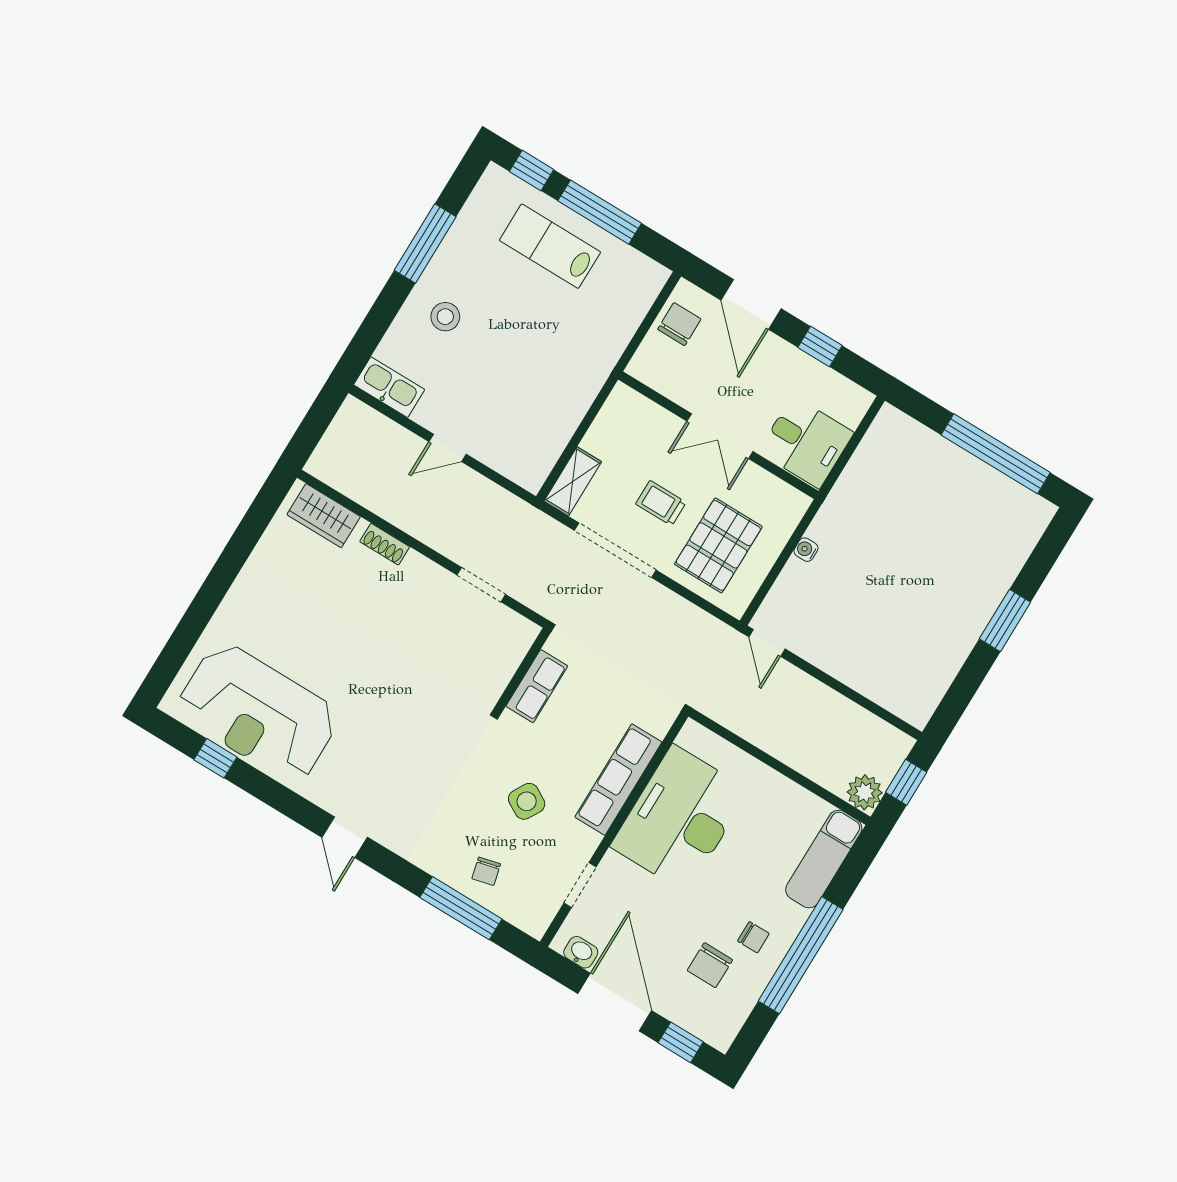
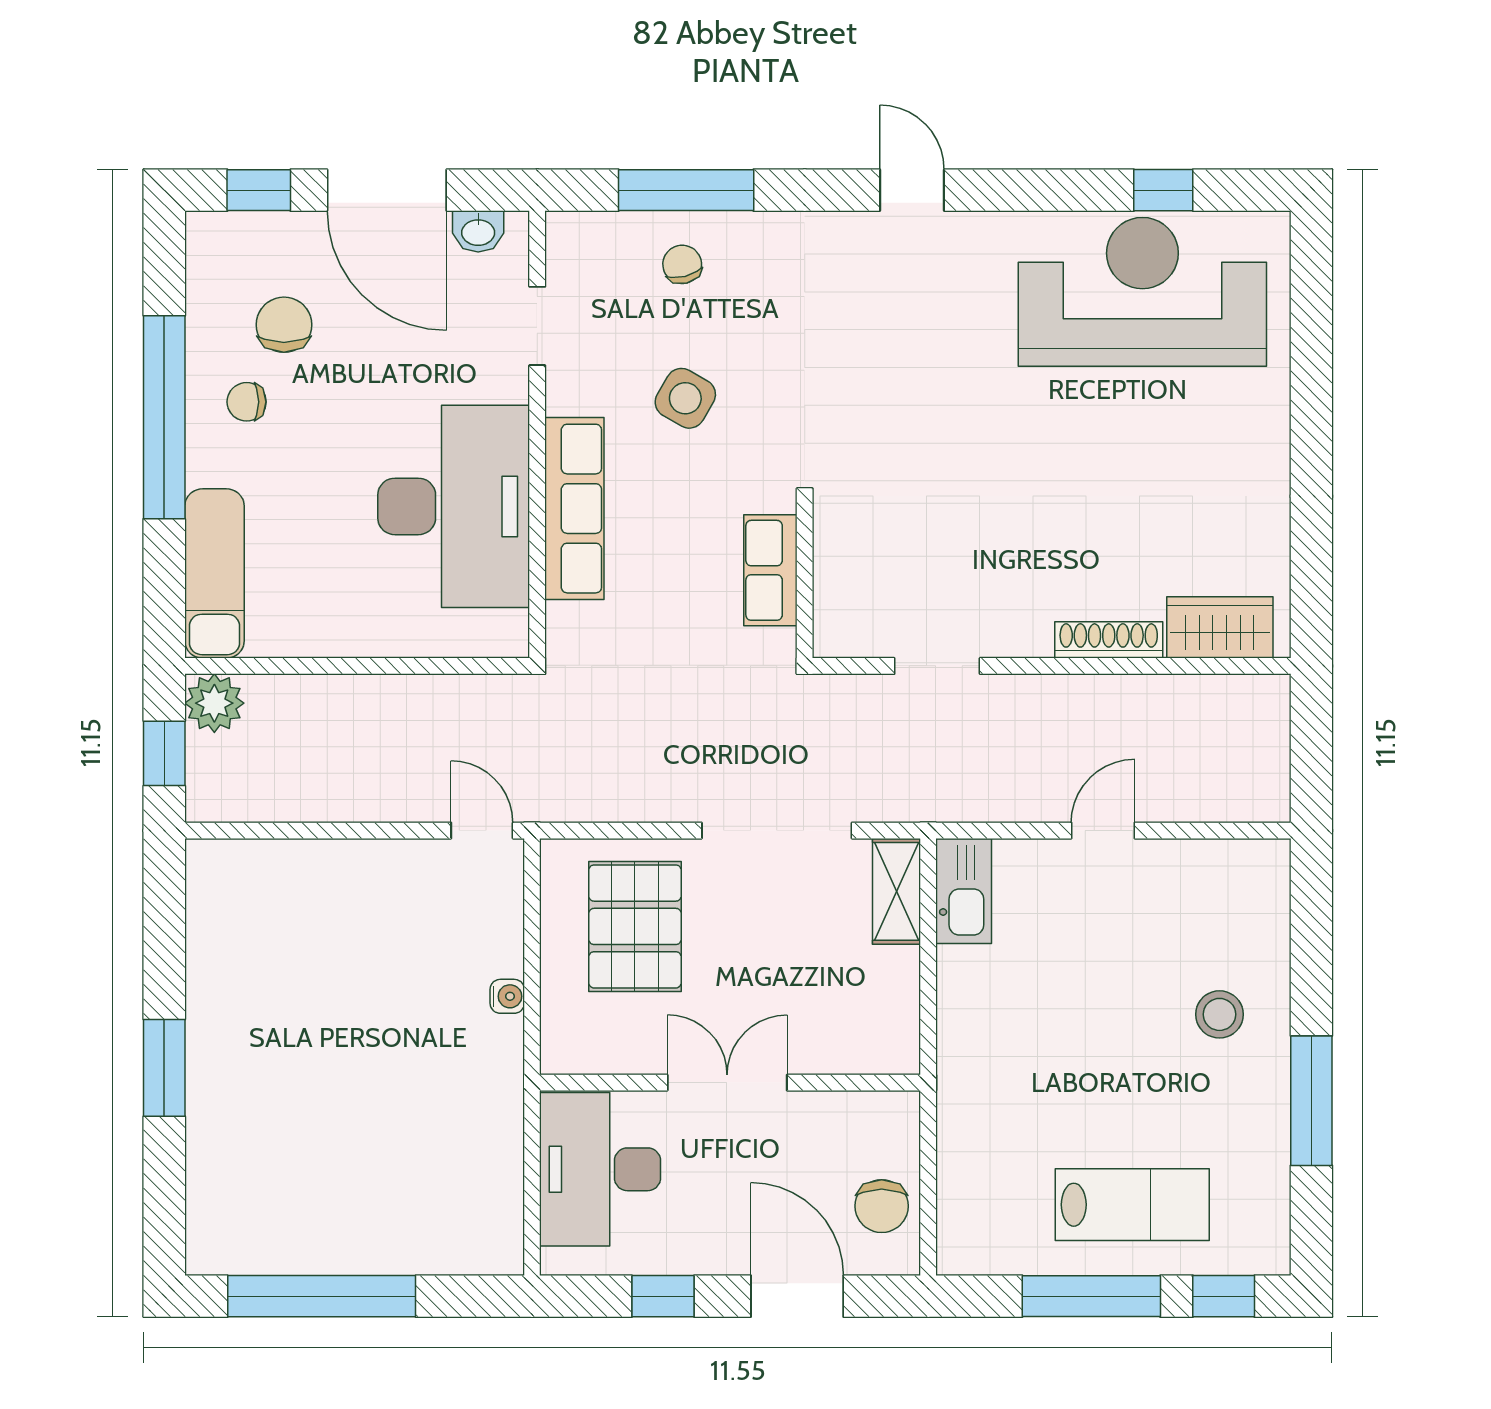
kitchen sink: (389, 387) -> (964, 891), moved, turned -90
desk: (806, 442) -> (600, 1169), width x1.37
trolley: (661, 503) -> (753, 937), removed
shoe rack: (385, 544) -> (1109, 640), width x1.43

